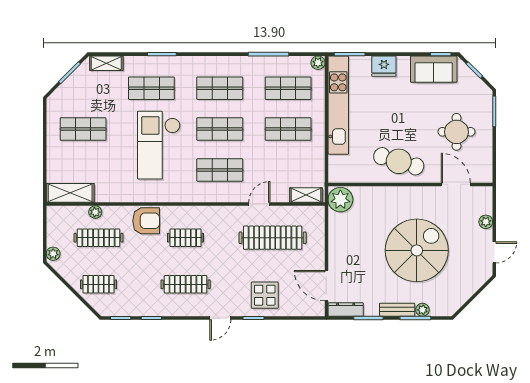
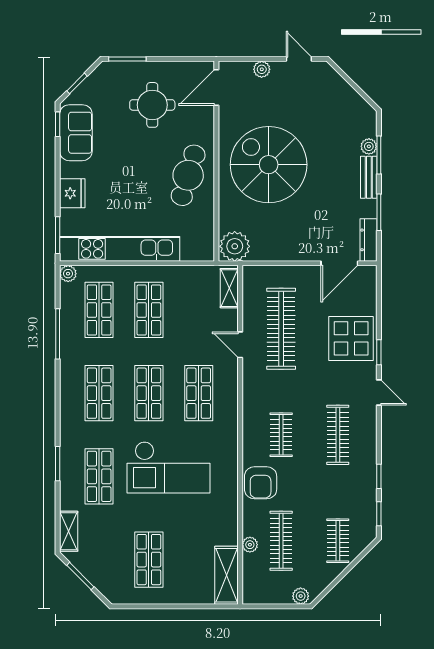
door: (456, 184) -> (216, 87), moved
armchair: (146, 221) -> (261, 483), turned 180
spiral stairs: (417, 250) -> (269, 165), moved
display table: (265, 295) -> (351, 338), width x1.36, depth x1.36

